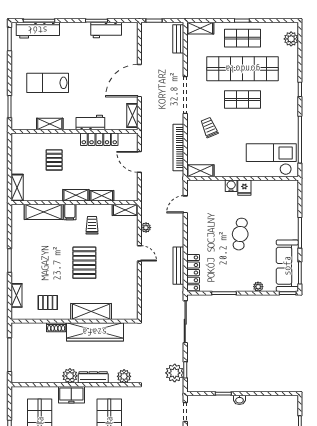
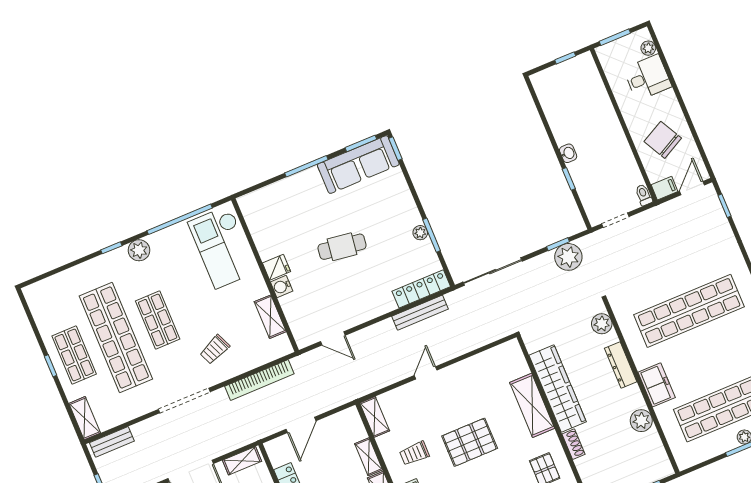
plant: (291, 39) -> (139, 250), moved
shelving: (200, 171) -> (270, 317), moved
plant: (146, 228) -> (387, 379), removed
plant: (258, 287) -> (420, 233), moved
plant: (70, 376) -> (641, 421), moved

